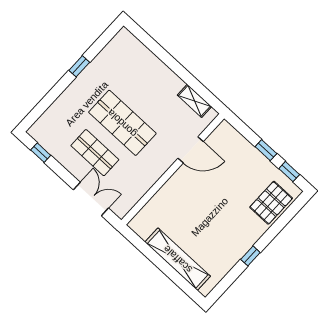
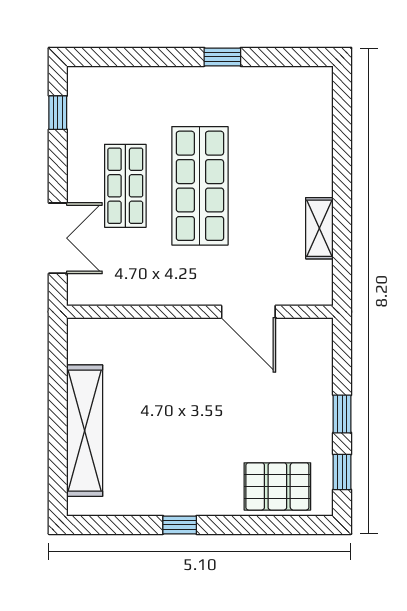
shelving: (194, 101) -> (319, 228), moved

